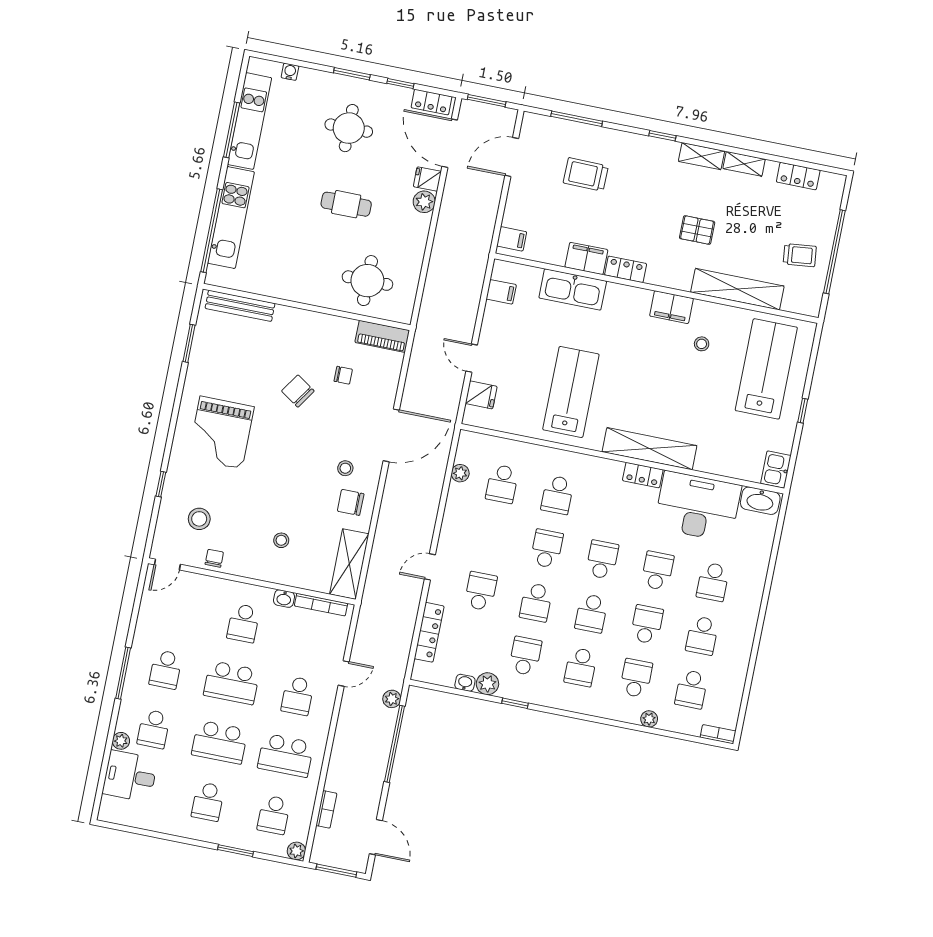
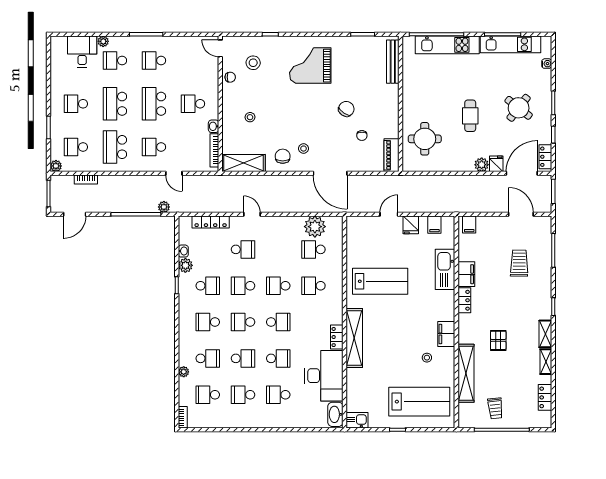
round table: (349, 128) -> (519, 108), turned 38
fridge: (481, 395) -> (411, 225), moved
plant: (460, 473) -> (315, 227), width x1.87, depth x1.87
school desk: (547, 549) -> (278, 286), turned 180

